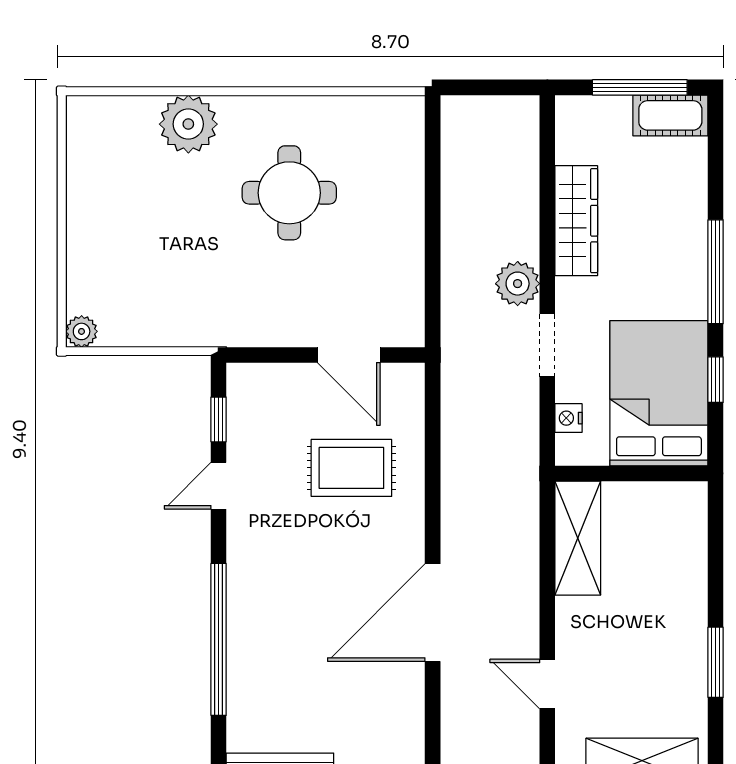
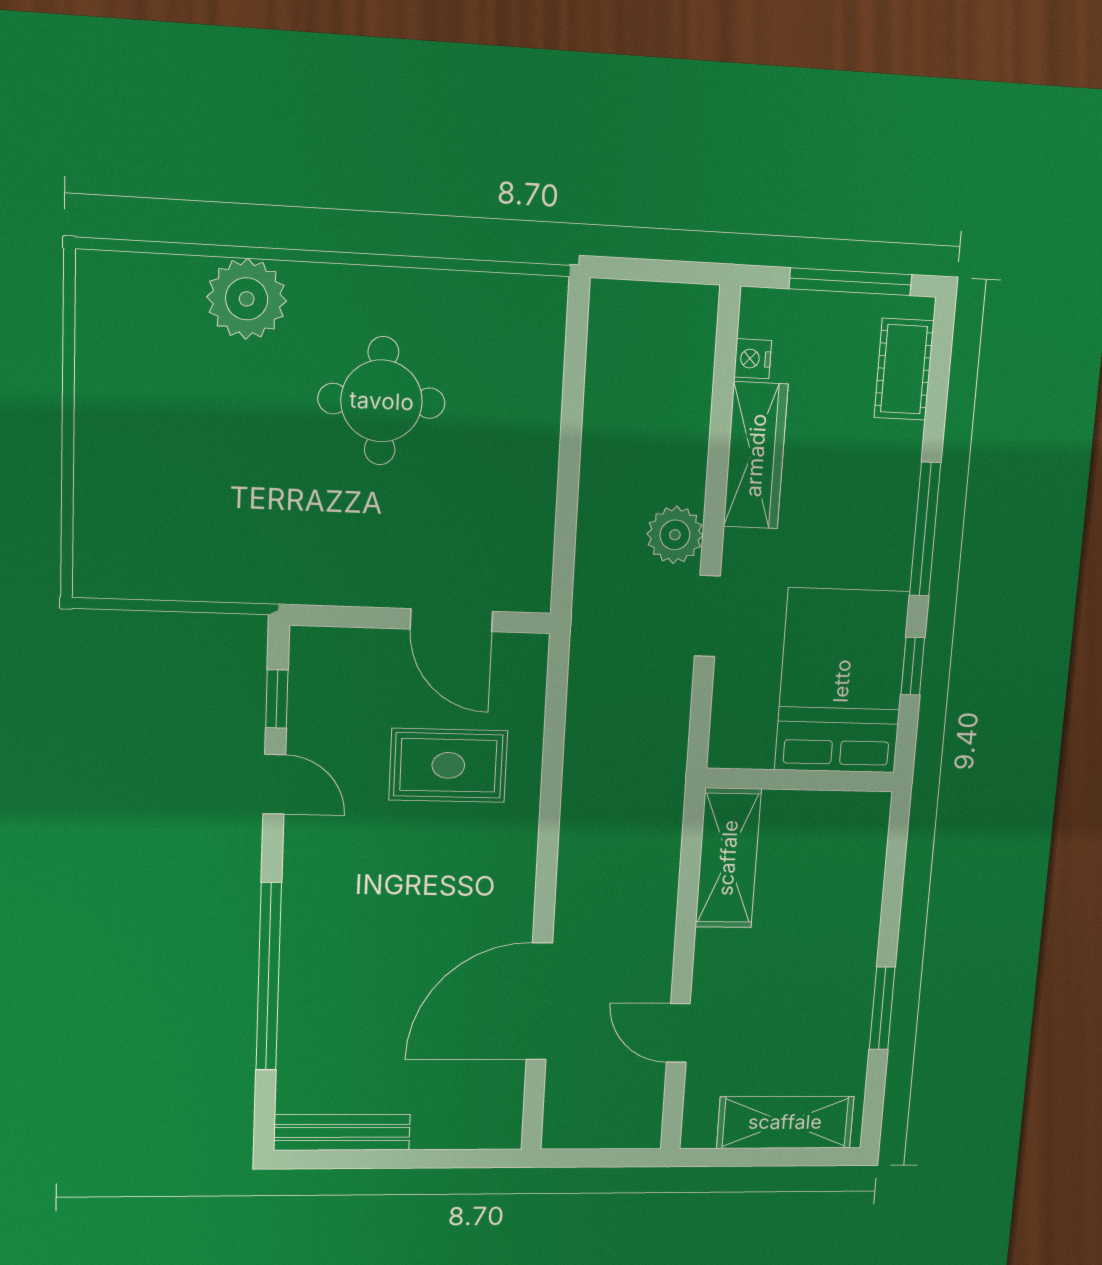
cot: (670, 115) -> (904, 369), moved, turned 90
plant: (82, 331) -> (94, 577), removed
nightstand: (569, 418) -> (753, 359), moved
door: (219, 486) -> (274, 784), swing flipped
door: (433, 613) -> (539, 1001), moved

